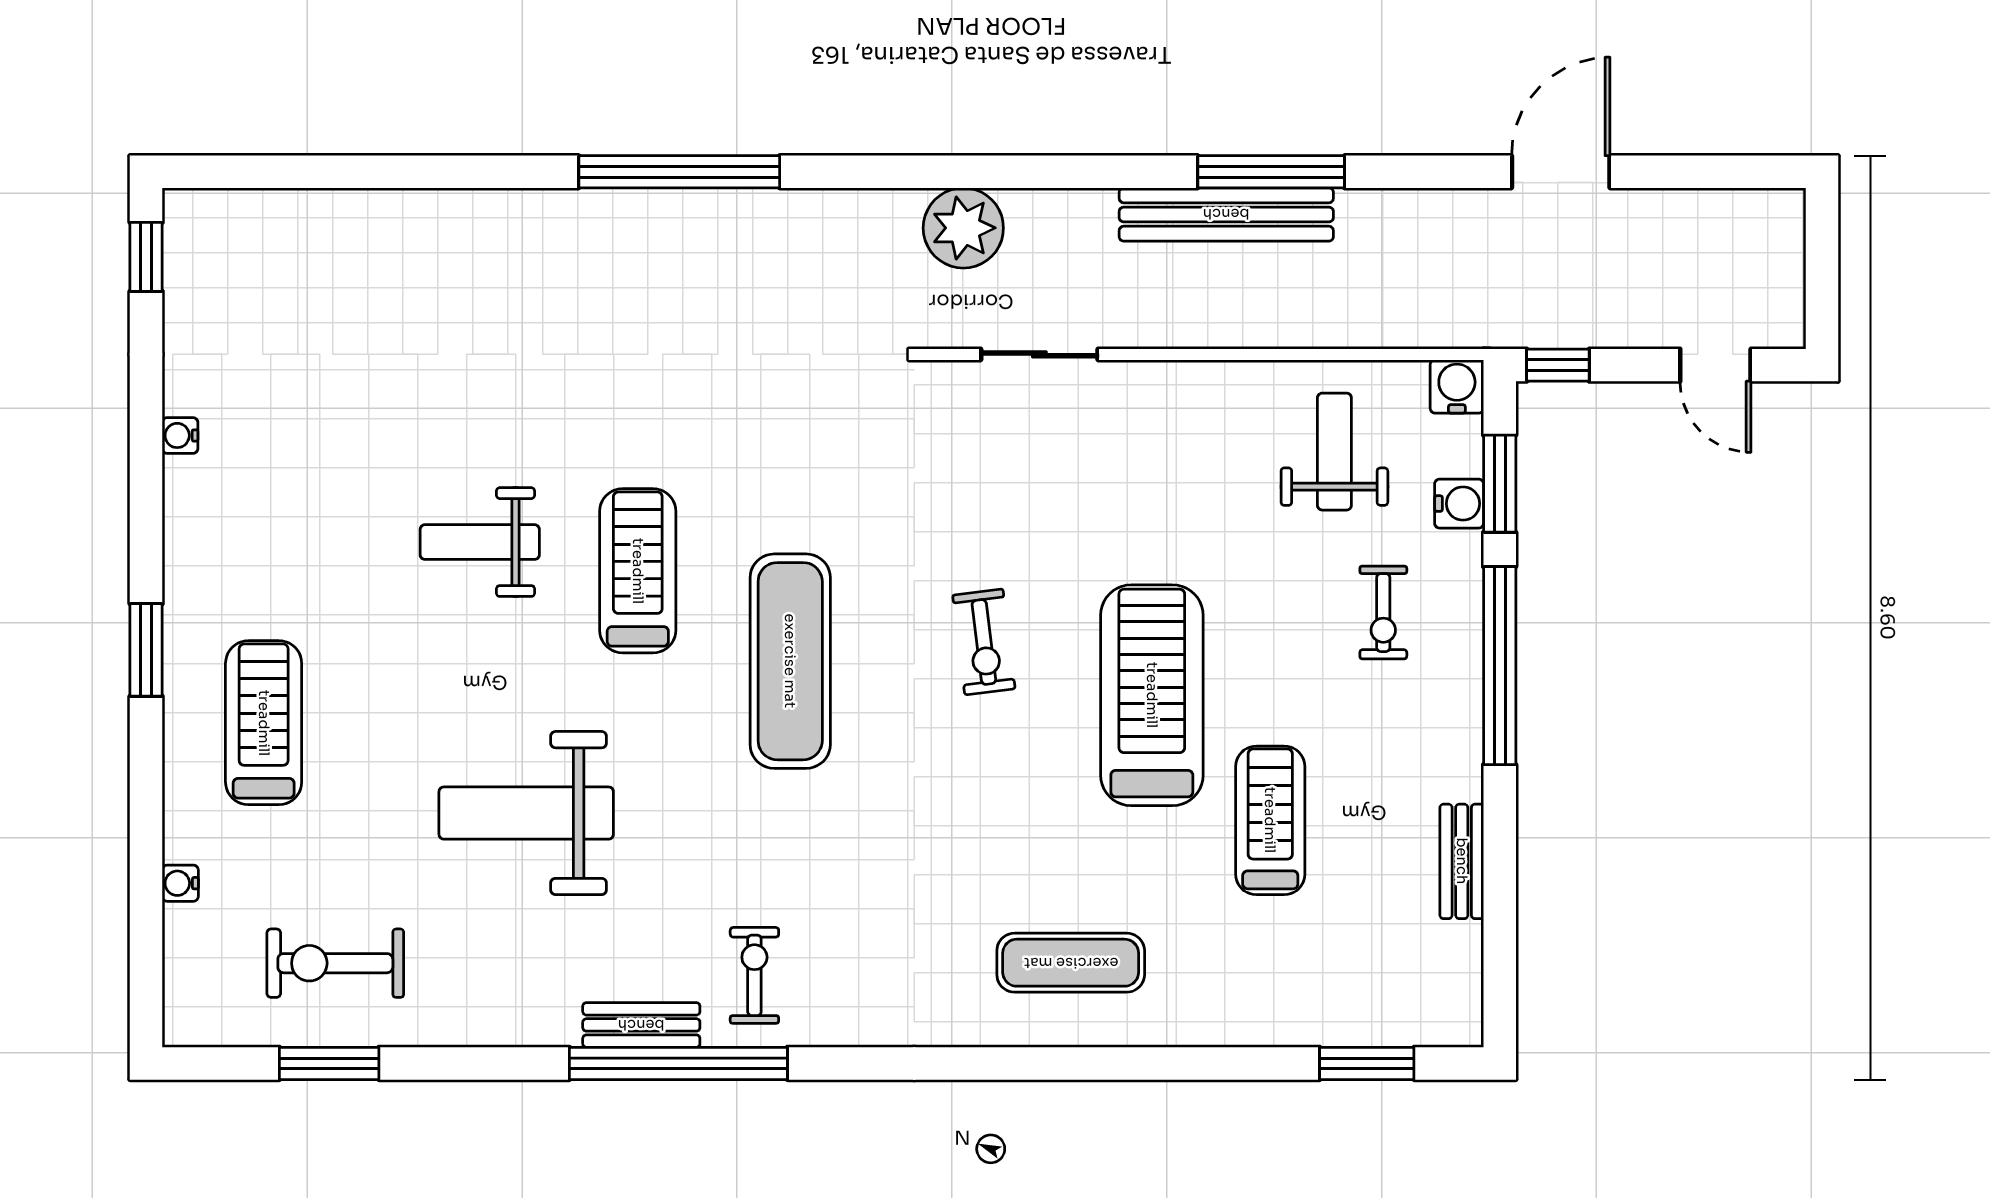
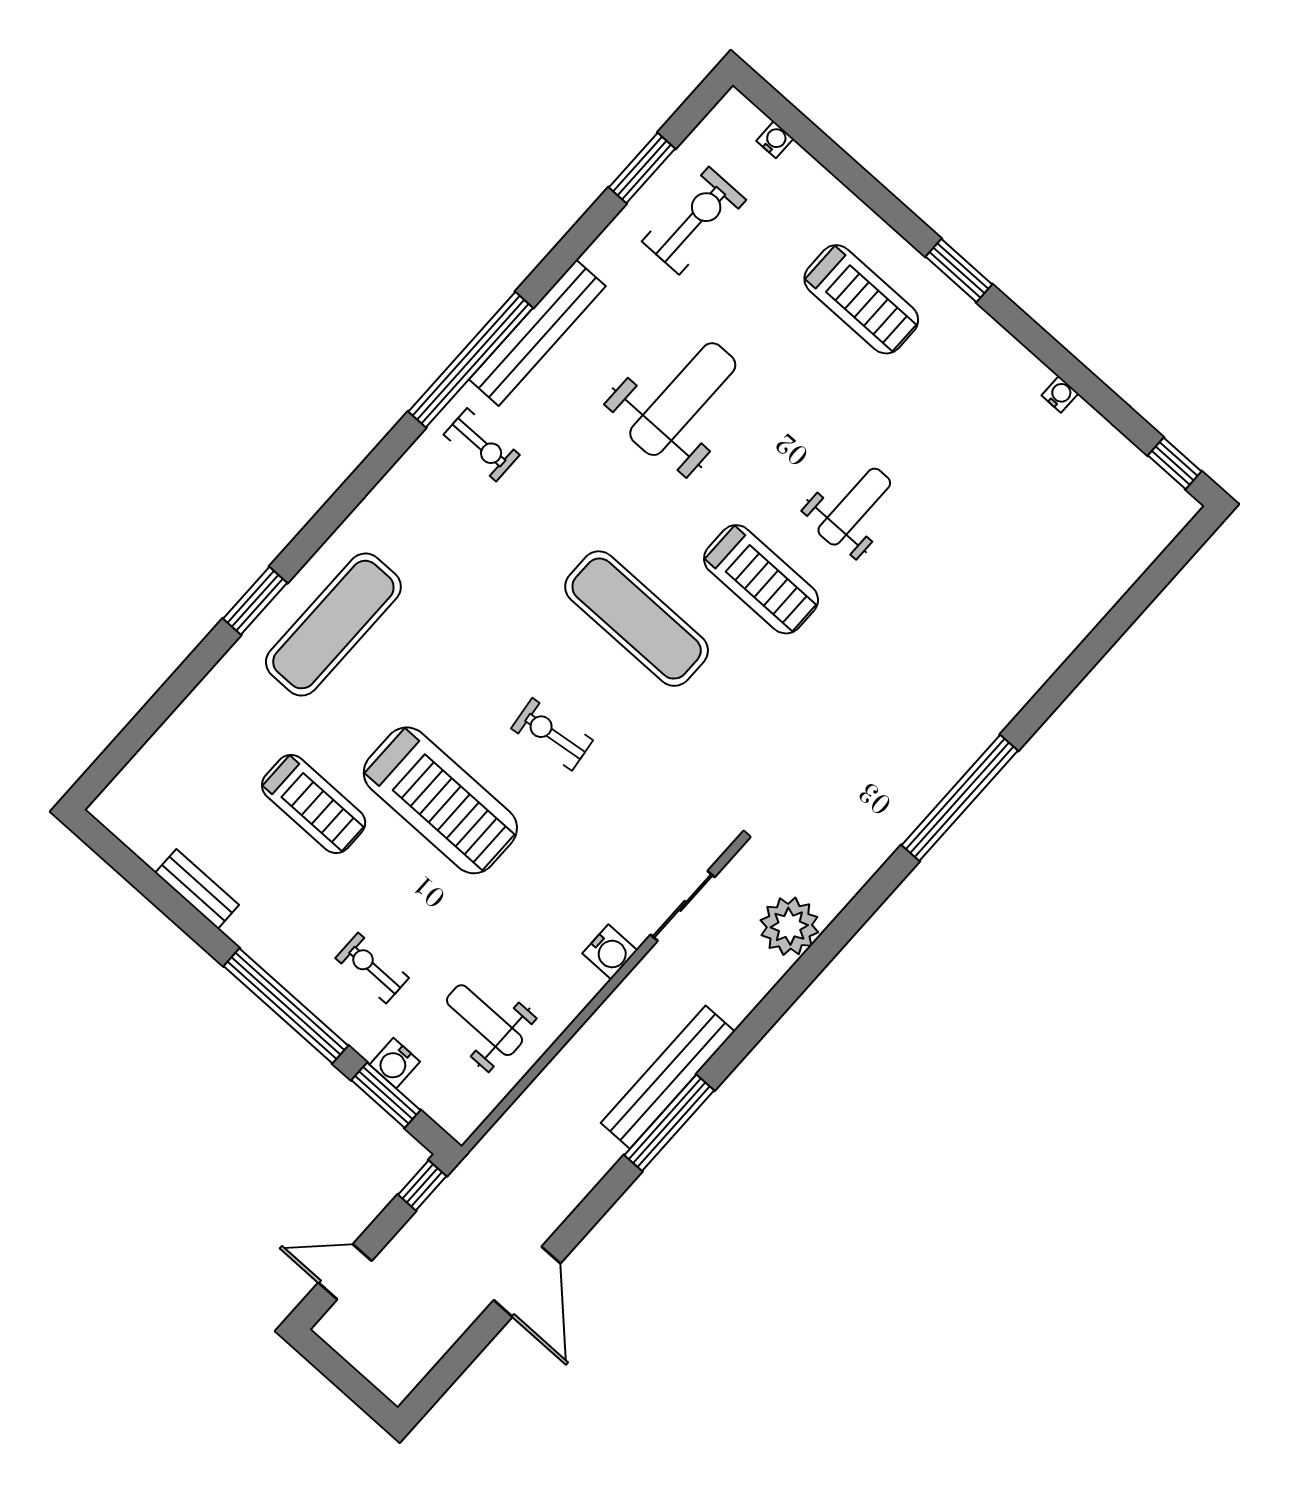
water cooler: (1457, 386) -> (610, 952), moved
weight bench: (1334, 452) -> (485, 1020), turned 180
water cooler: (180, 883) -> (775, 140), moved
exercise mat: (1071, 963) -> (333, 625), width x1.36, depth x1.45
bench: (641, 1025) -> (537, 333), width x1.86, depth x1.21
window: (1367, 1063) -> (255, 601), moved

